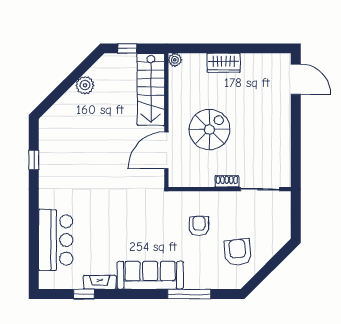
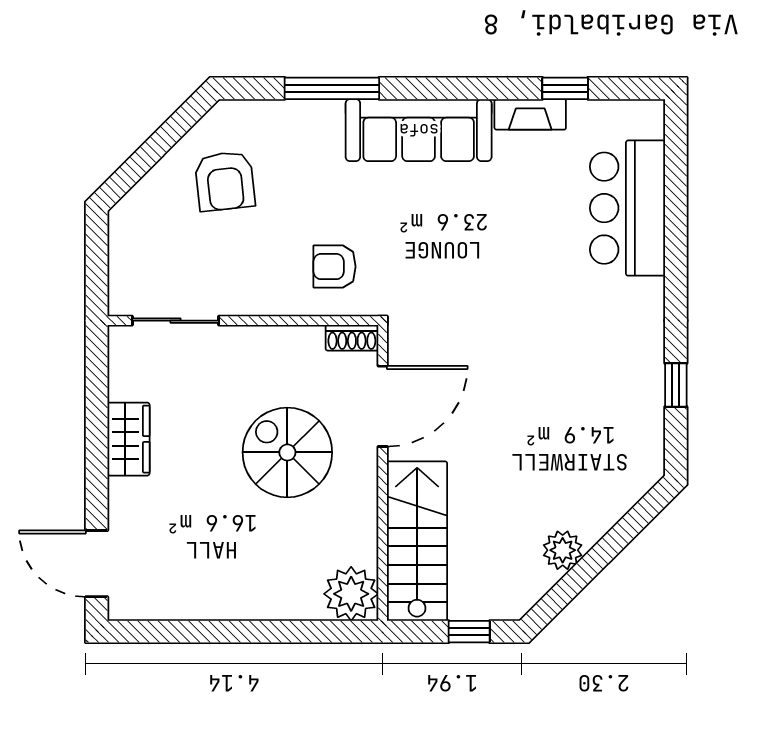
plant: (175, 60) -> (351, 594), width x1.88, depth x1.88
wardrobe: (224, 63) -> (128, 439), moved, turned 90
spiral stairs: (209, 129) -> (287, 452), turned 90
shoe rack: (227, 181) -> (352, 338), moved
armchair: (199, 226) -> (335, 267), moved, turned 90

